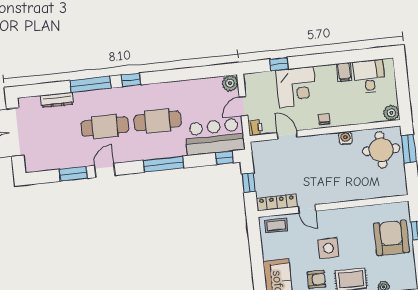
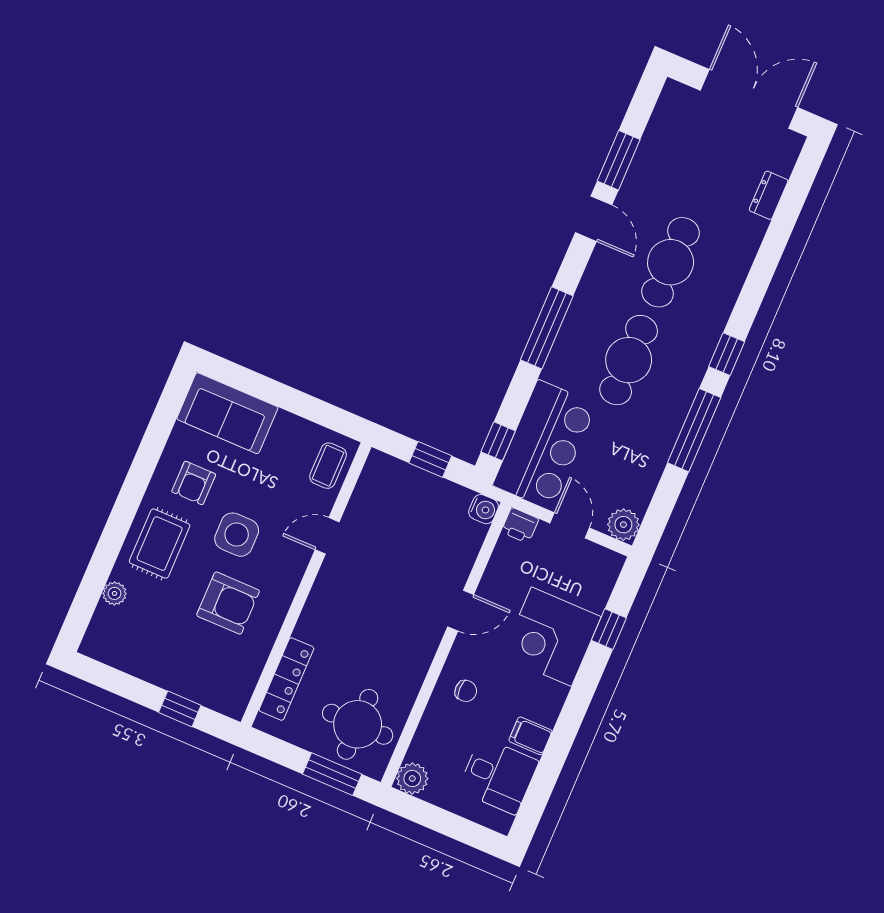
window: (90, 84) -> (694, 430), moved
dresser: (57, 100) -> (769, 195), width x0.70
chair: (324, 119) -> (466, 691), moved
door: (287, 135) -> (461, 611), moved
water cooler: (346, 138) -> (484, 509), moved
locker: (277, 202) -> (286, 679), moved
armchair: (391, 238) -> (228, 603), moved, width x0.73, depth x0.73

